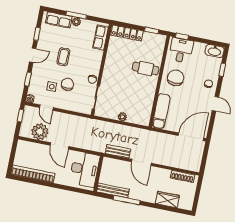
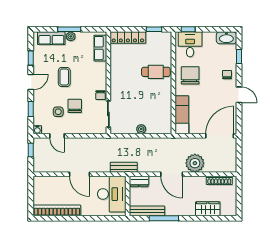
plant: (40, 132) -> (195, 163), moved
bench: (118, 151) -> (124, 167), moved
dresser: (111, 163) -> (139, 181), added

